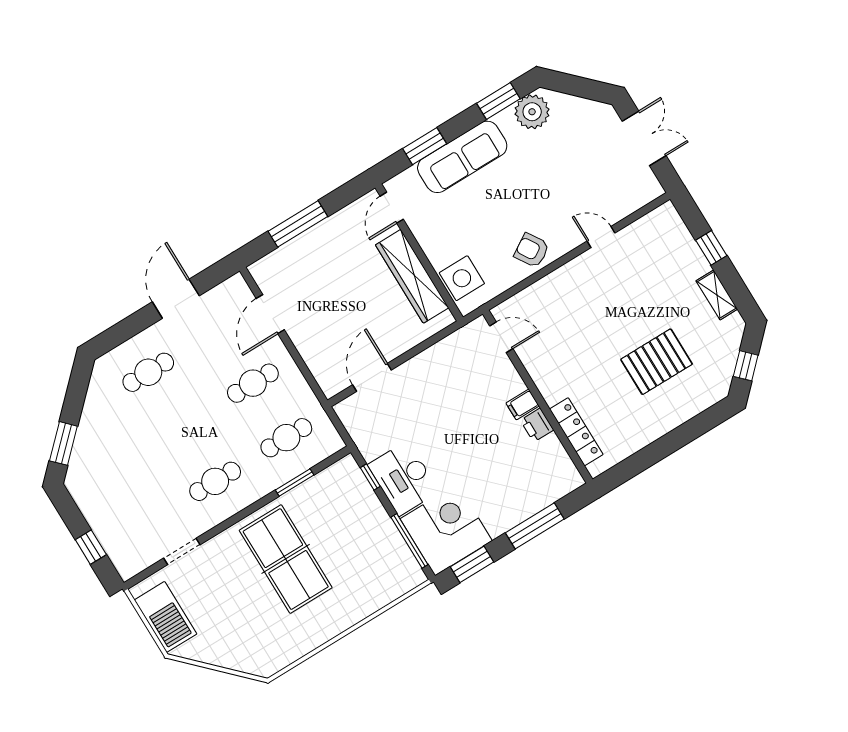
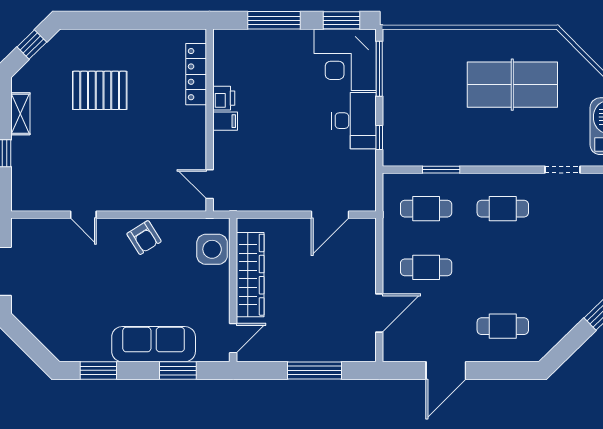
plant: (532, 112) -> (77, 346), removed
table tennis table: (286, 559) -> (512, 85), moved, turned 90

